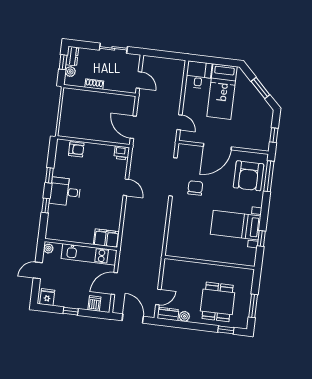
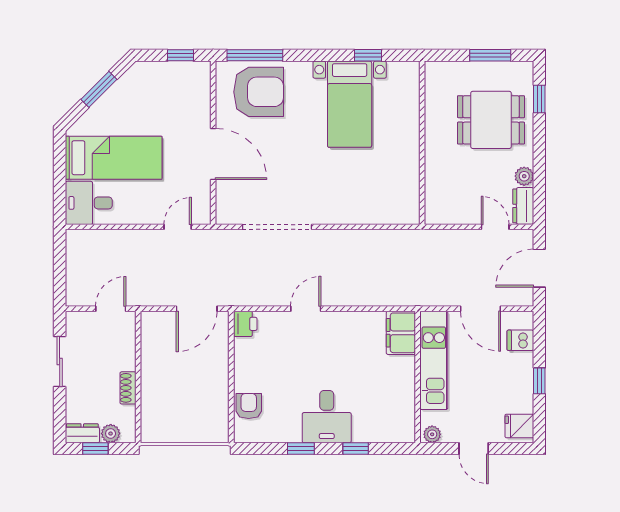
chair: (195, 188) -> (292, 185), removed

